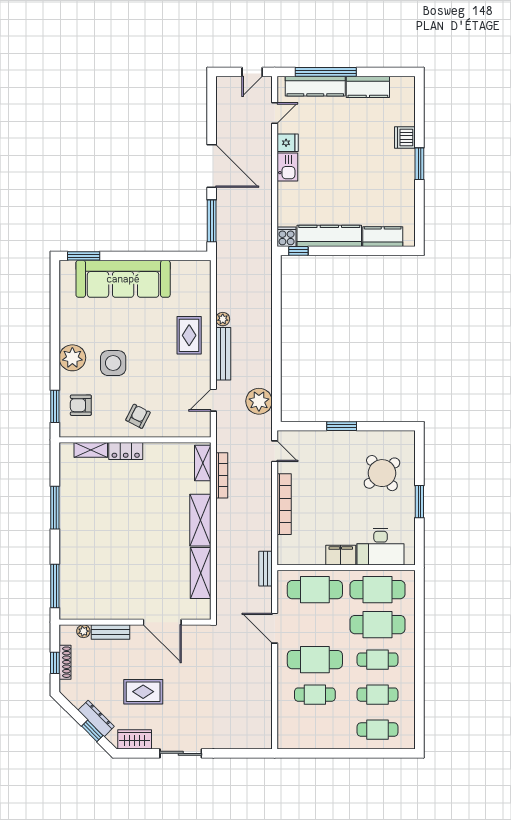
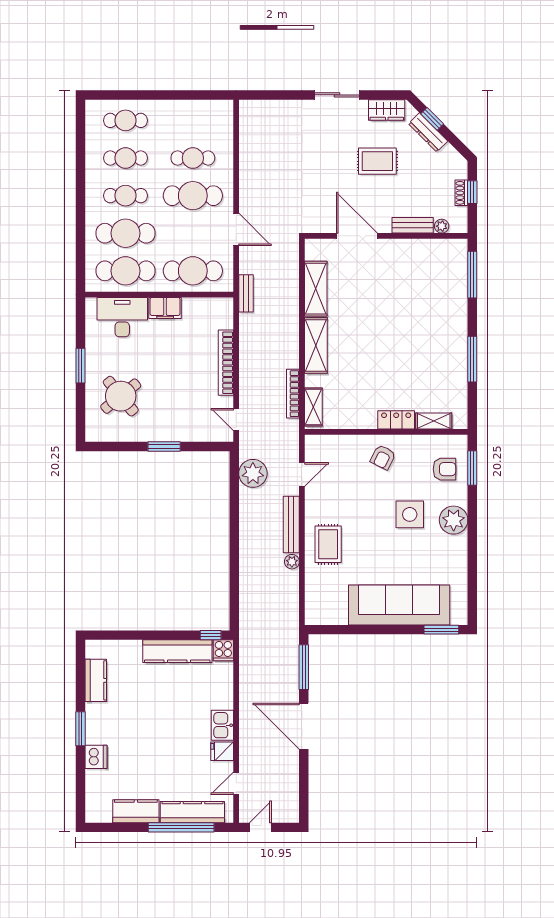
kitchen counter: (383, 237) -> (96, 680), moved, turned -90
shoe rack: (65, 662) -> (461, 193), width x0.70

